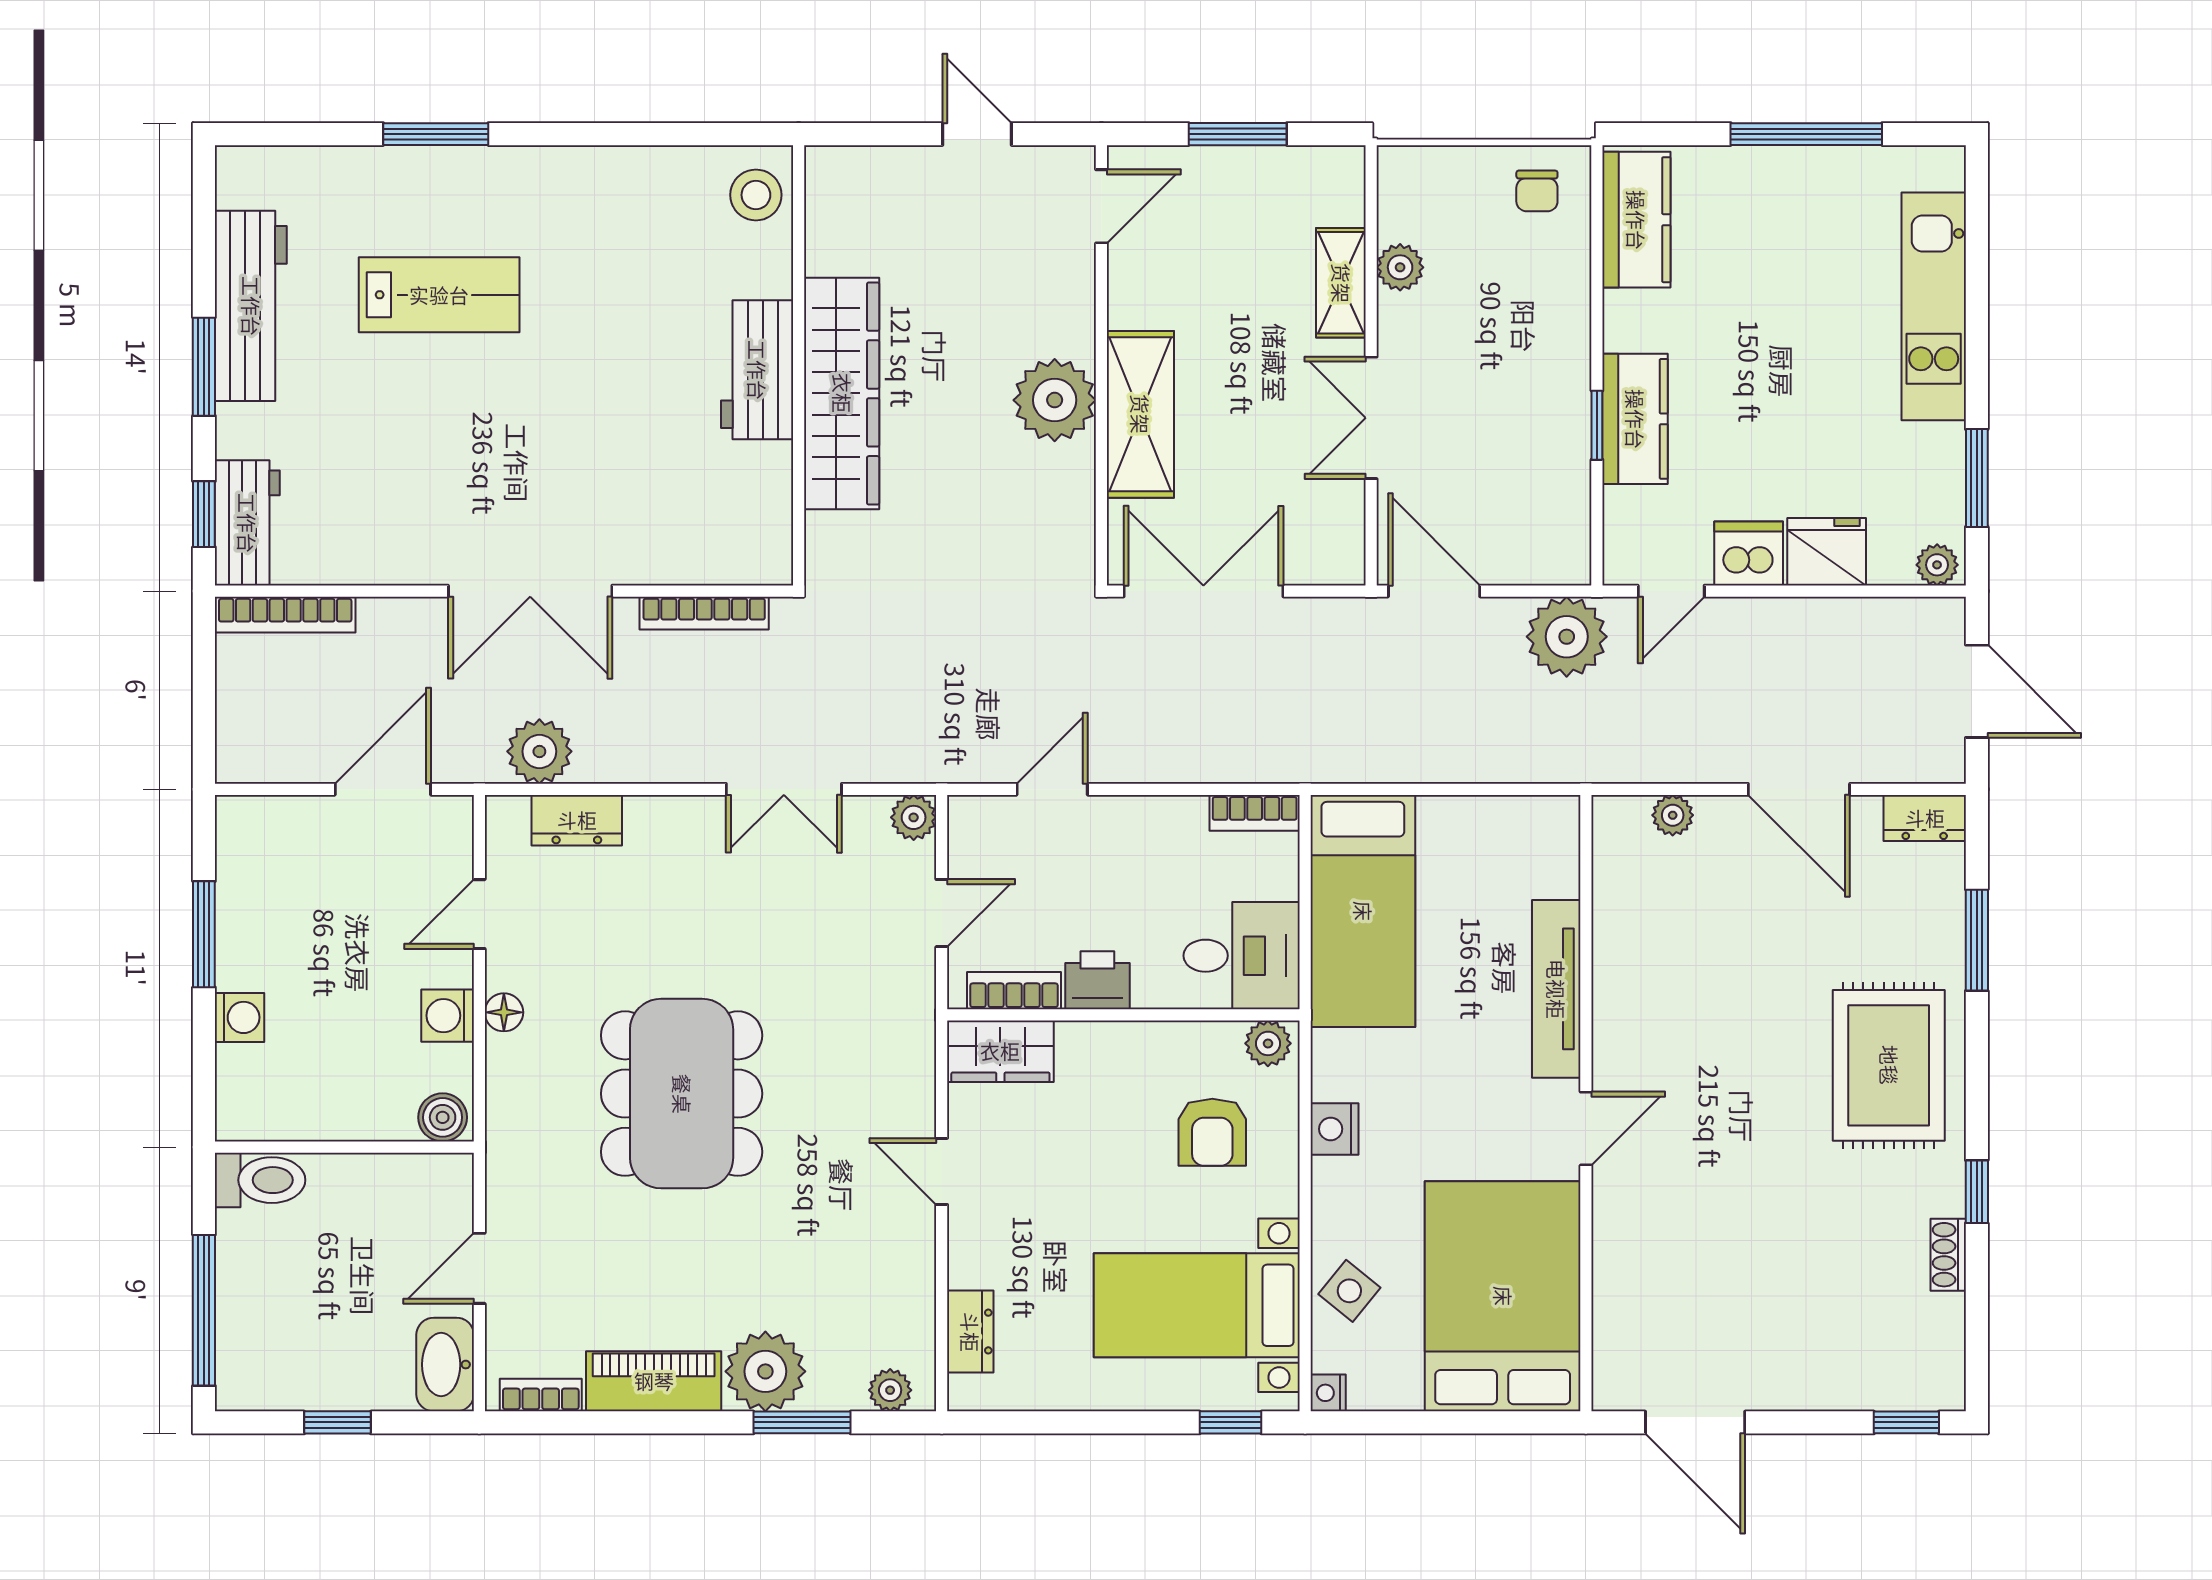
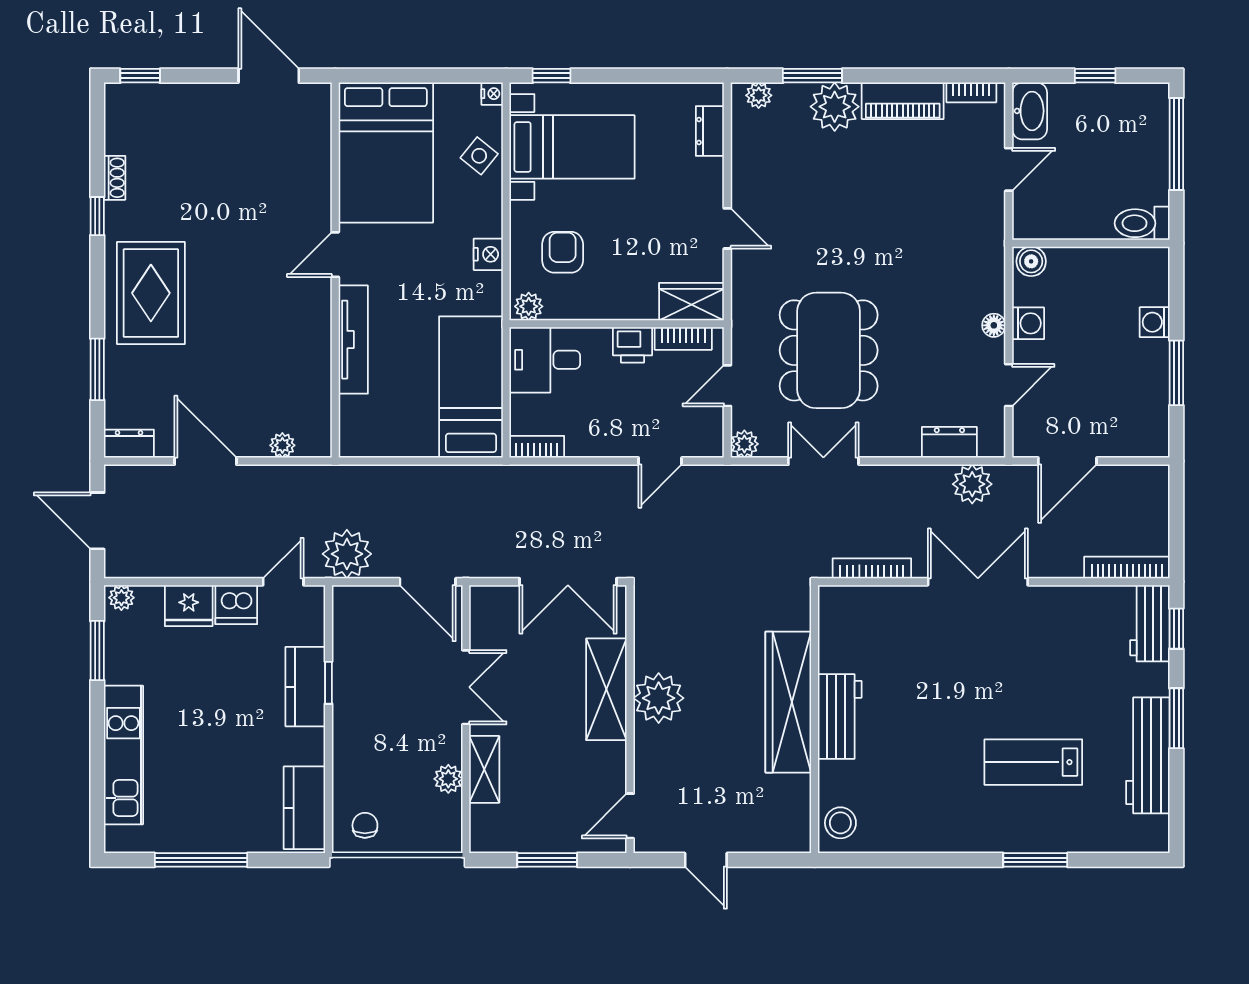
dining table: (682, 1094) -> (829, 350), moved

